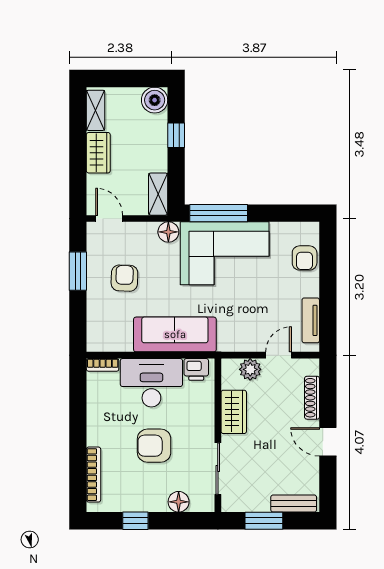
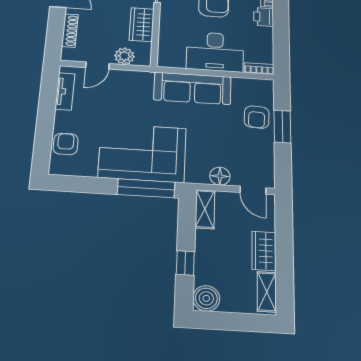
floor lamp: (168, 232) -> (220, 176), moved
window: (78, 271) -> (282, 126), moved
armchair: (124, 278) -> (257, 117), moved
printer: (196, 369) -> (264, 17), moved, turned -90

